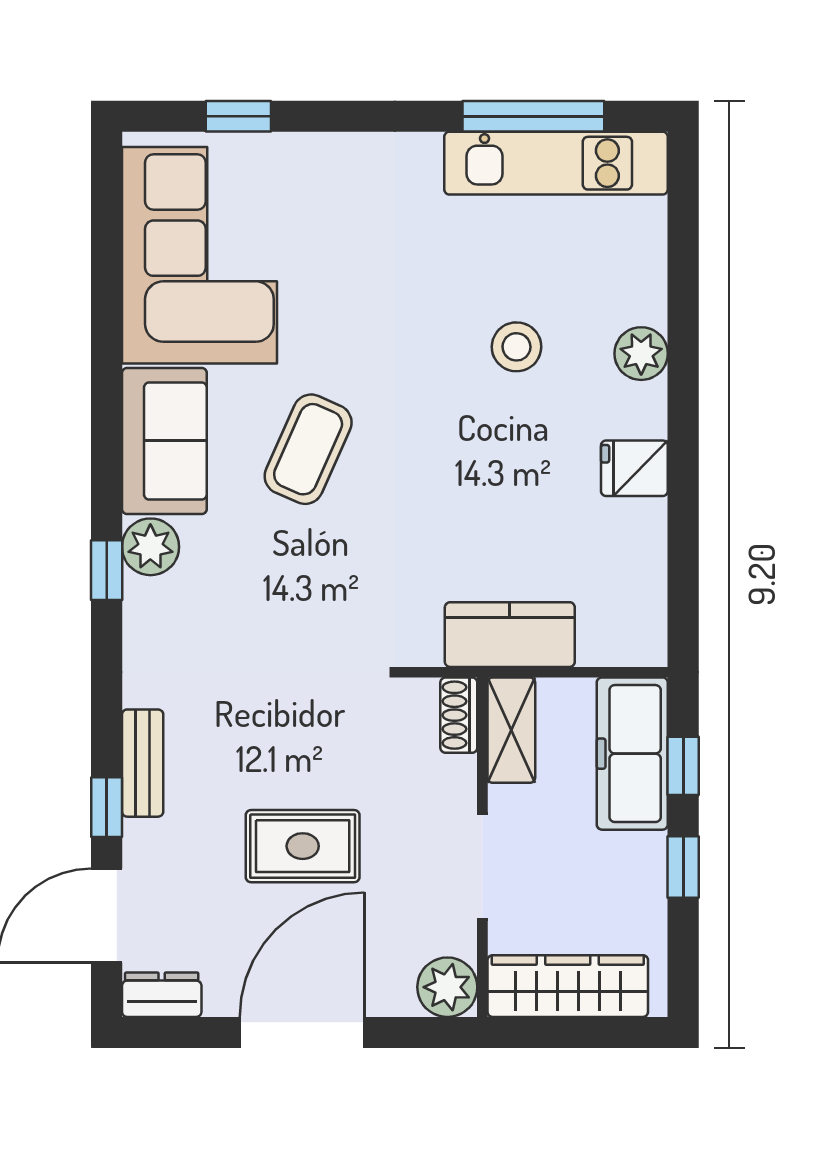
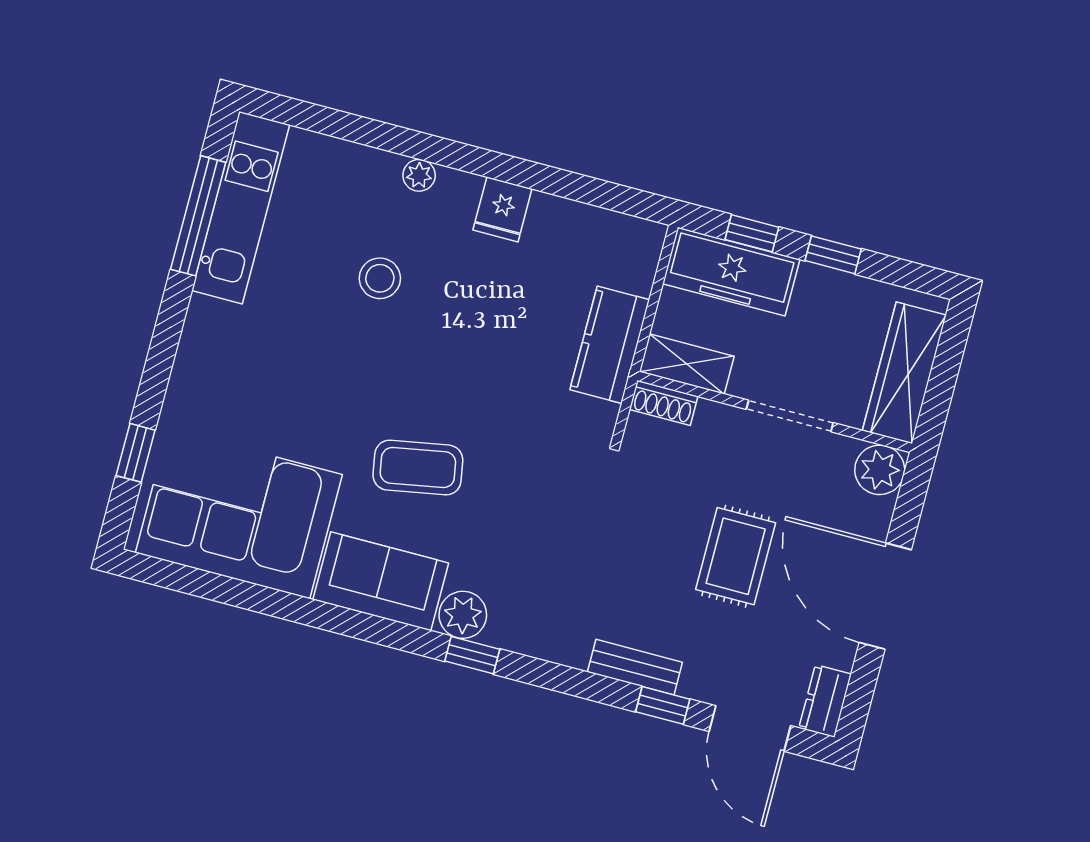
plant: (641, 354) -> (419, 175), width x0.73, depth x0.73
coffee table: (308, 449) -> (418, 468), turned -34

